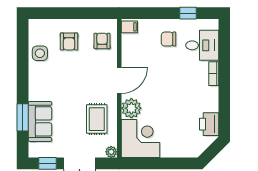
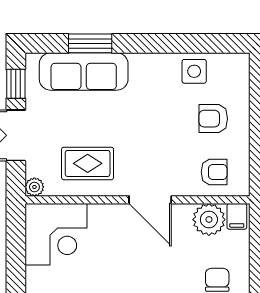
plant: (131, 108) -> (209, 220), moved
sofa: (40, 121) -> (84, 71), width x1.36

